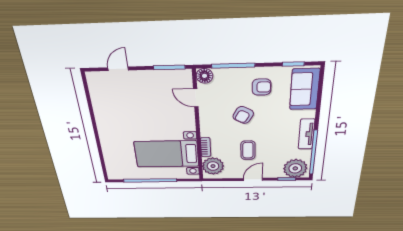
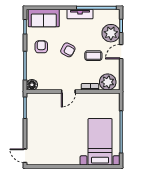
door: (118, 69) -> (25, 156), moved
door: (196, 98) -> (68, 92), moved
armchair: (243, 115) -> (68, 50), moved
bed with nightstands: (167, 154) -> (100, 142), moved, turned 180
plant: (295, 168) -> (111, 33), moved
door: (253, 179) -> (121, 52), hinge flipped

